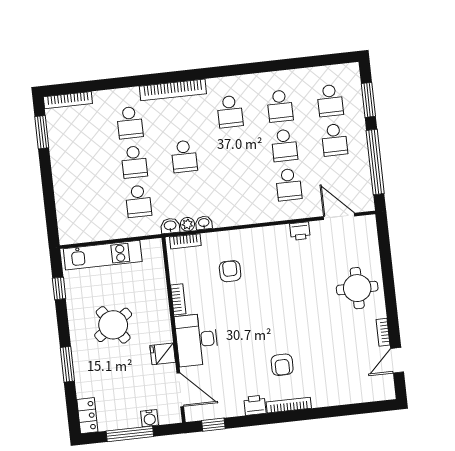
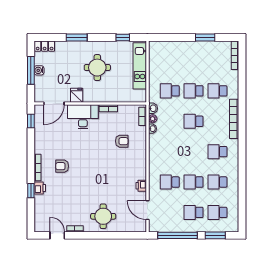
window: (42, 132) -> (205, 37), moved
door: (339, 216) -> (147, 210), swing flipped
round table: (113, 325) -> (97, 68), turned 35
printer: (255, 405) -> (40, 188), moved
window: (328, 412) -> (31, 191), added
water cooler: (150, 418) -> (39, 70), moved

